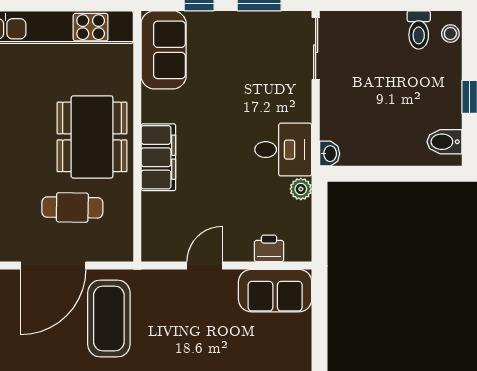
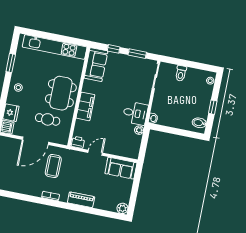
toilet: (419, 30) -> (181, 73), moved
printer: (269, 248) -> (78, 142), moved
coffee table: (109, 319) -> (53, 166), width x0.73, depth x0.76

